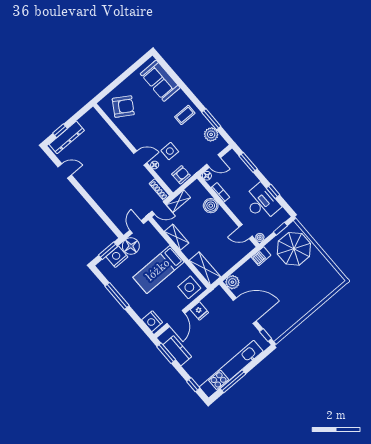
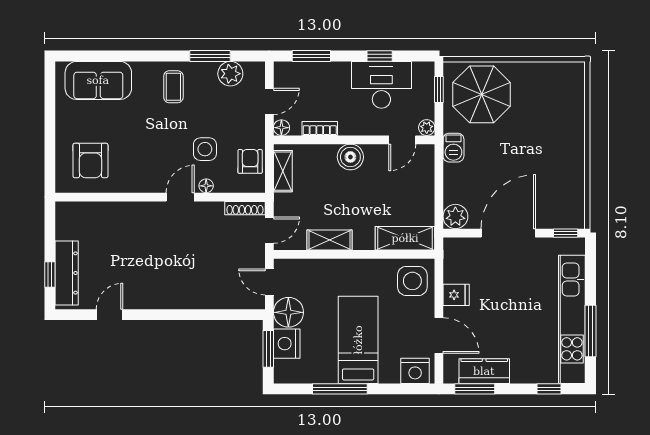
armchair: (123, 107) -> (90, 160), turned 148
shelving: (178, 201) -> (283, 171), moved
boiler: (211, 206) -> (350, 157), moved
bed: (158, 270) -> (358, 340), moved, turned 180

